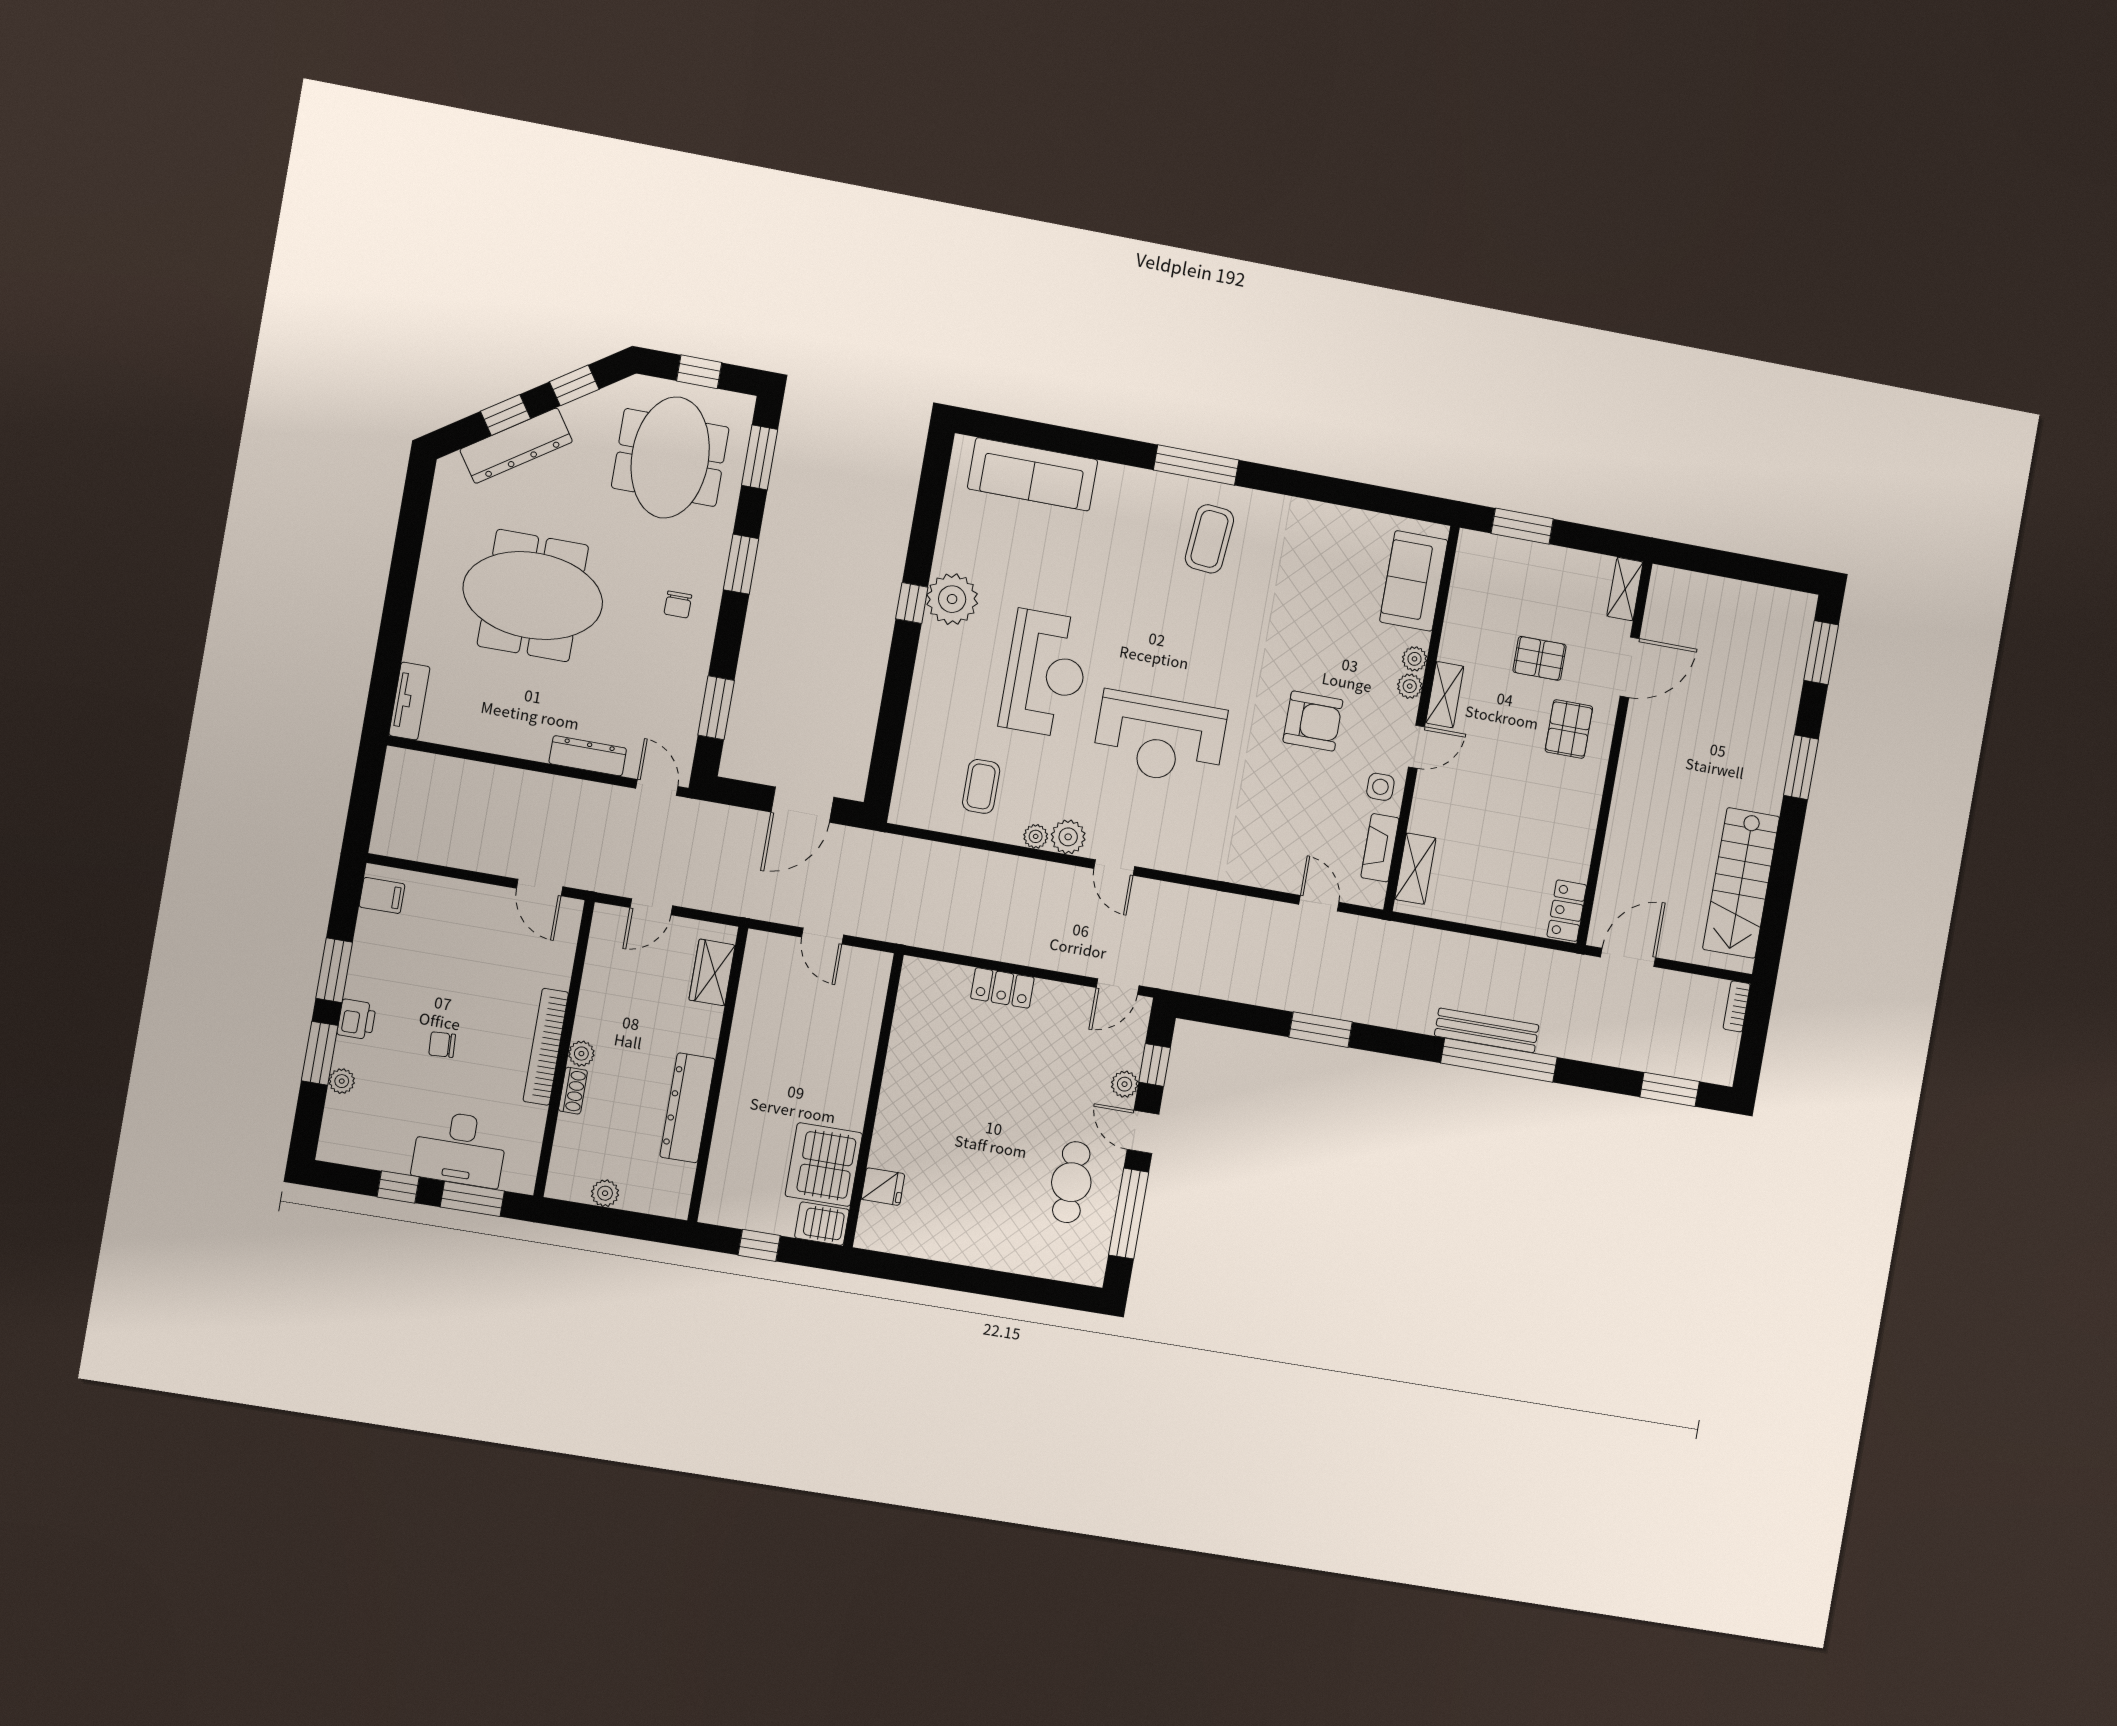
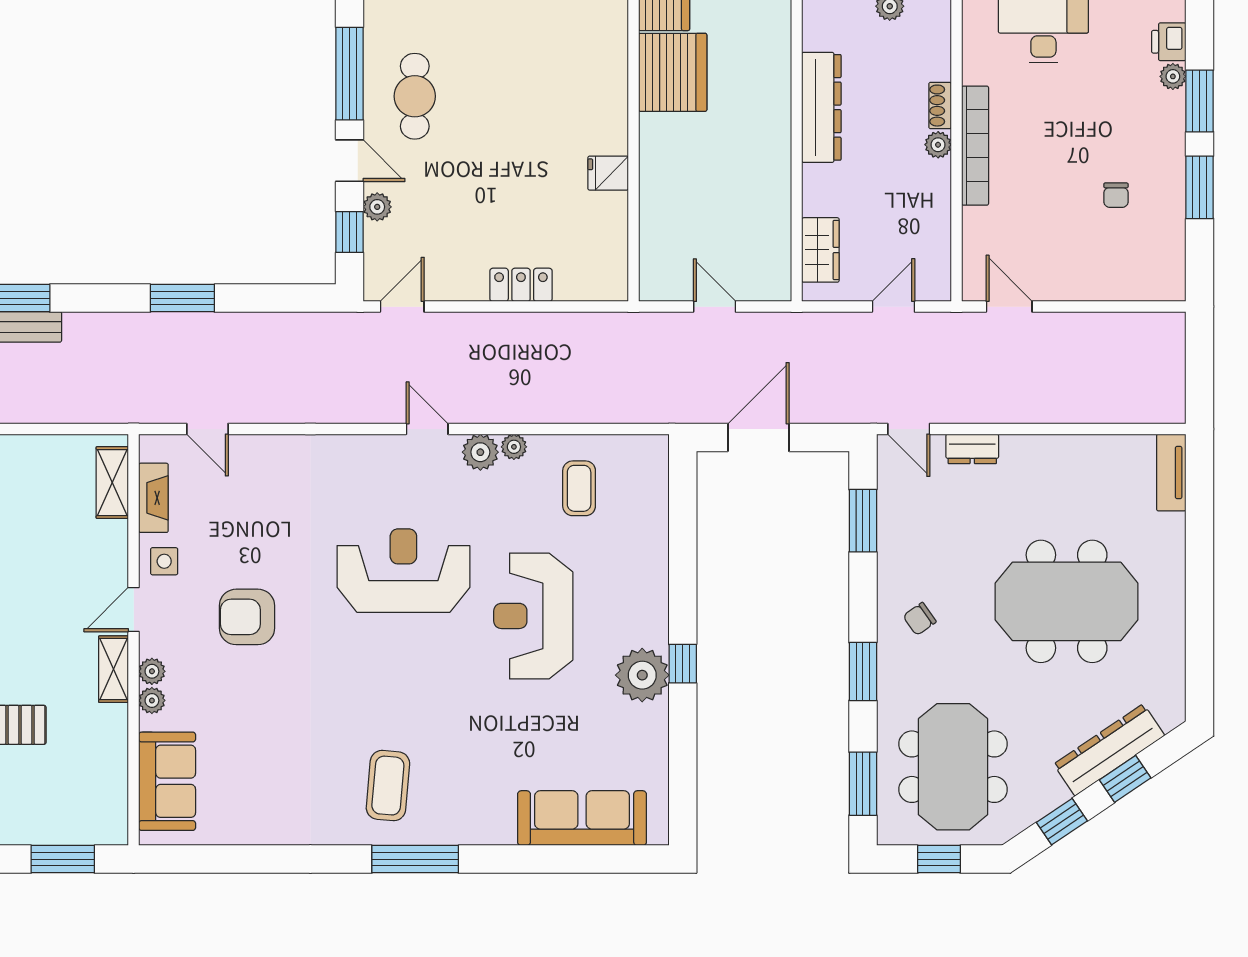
chair: (678, 605) -> (920, 619), turned -125
dresser: (588, 756) -> (972, 449), width x0.70
filing cabinet: (382, 895) -> (1165, 271), removed
printer: (357, 1019) -> (1169, 42), moved
chair: (442, 1045) -> (1116, 195), moved, turned 93
fridge: (883, 1187) -> (608, 173), moved

